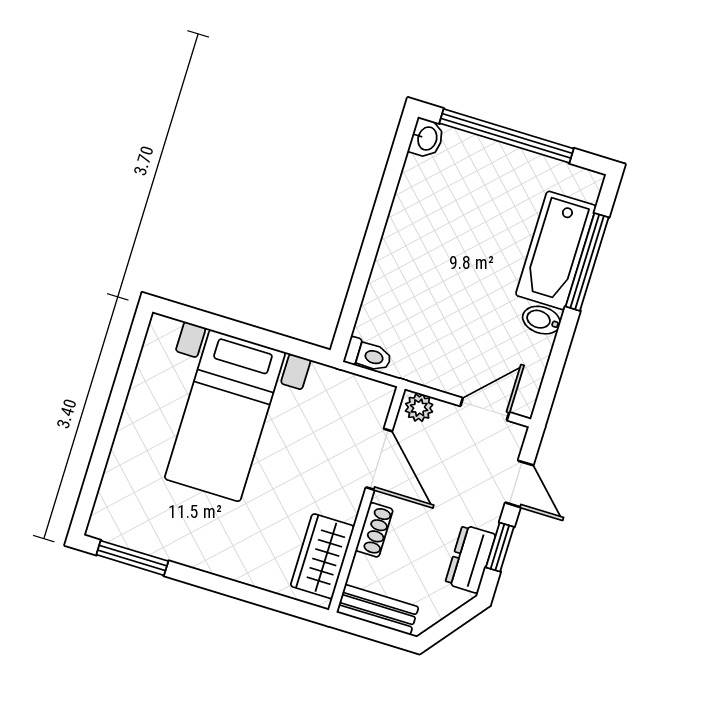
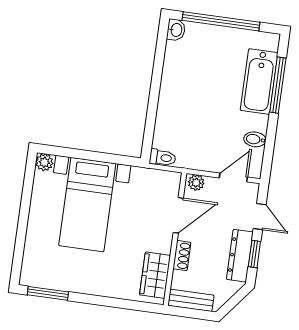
bidet: (541, 320) -> (255, 139), moved
plant: (162, 331) -> (44, 162), added
door: (379, 459) -> (178, 215), hinge flipped
dresser: (470, 559) -> (240, 256), width x1.44

